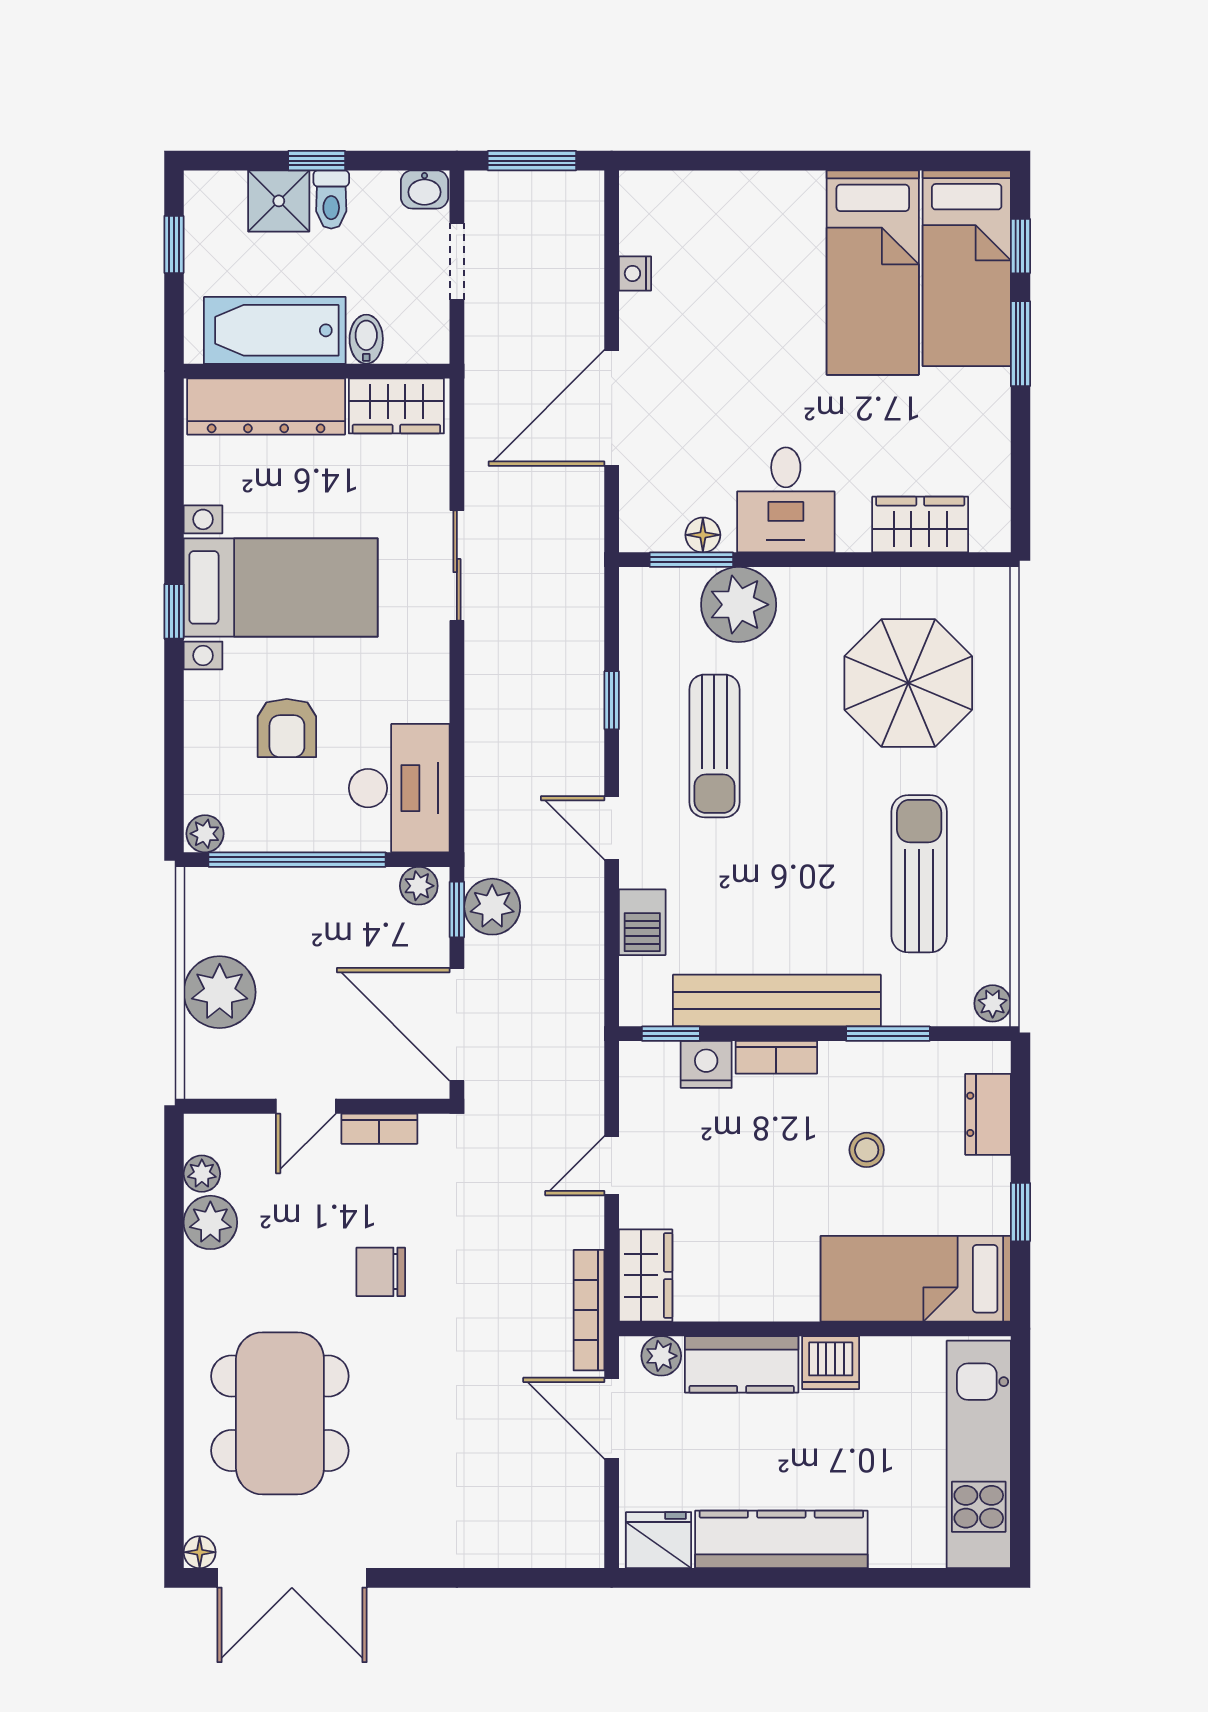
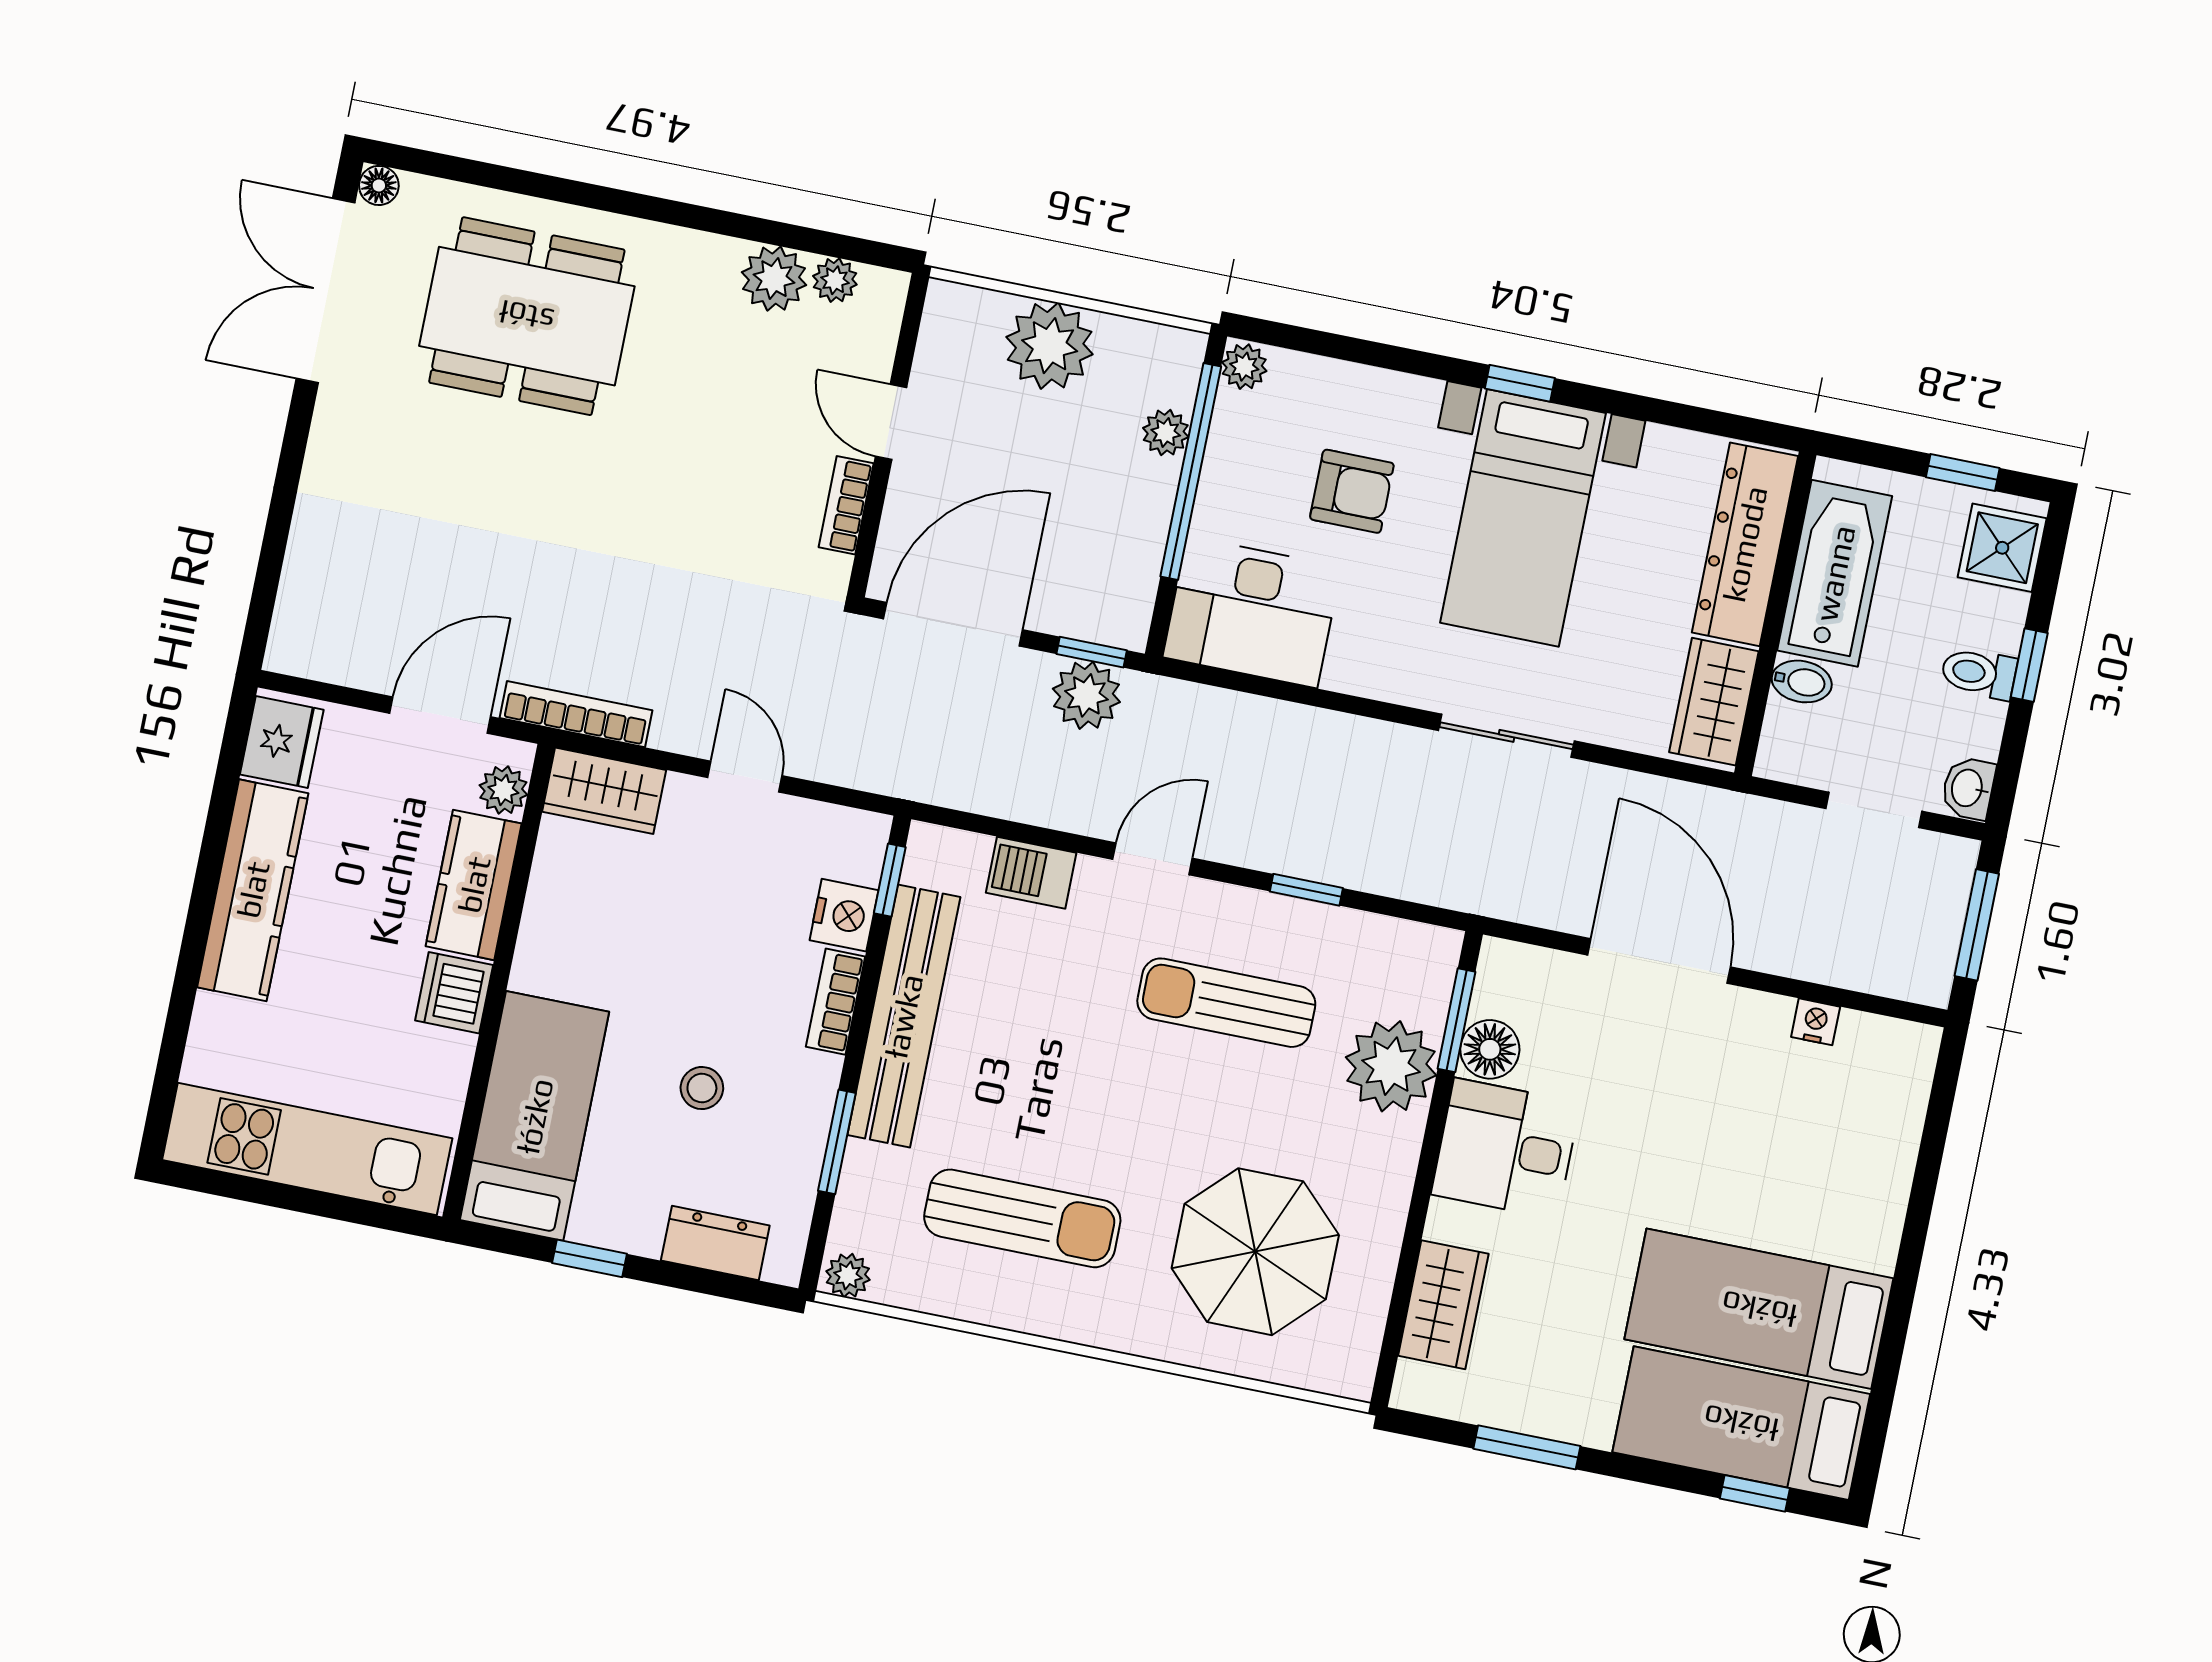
shower: (279, 201) -> (2002, 548), moved
window: (1020, 344) -> (1527, 1447), moved
floor lamp: (703, 535) -> (1490, 1049), width x1.37, depth x1.37
armchair: (287, 728) -> (1352, 491), turned 180
plant: (419, 886) -> (1166, 433), moved
chair: (381, 1272) -> (673, 472), removed

